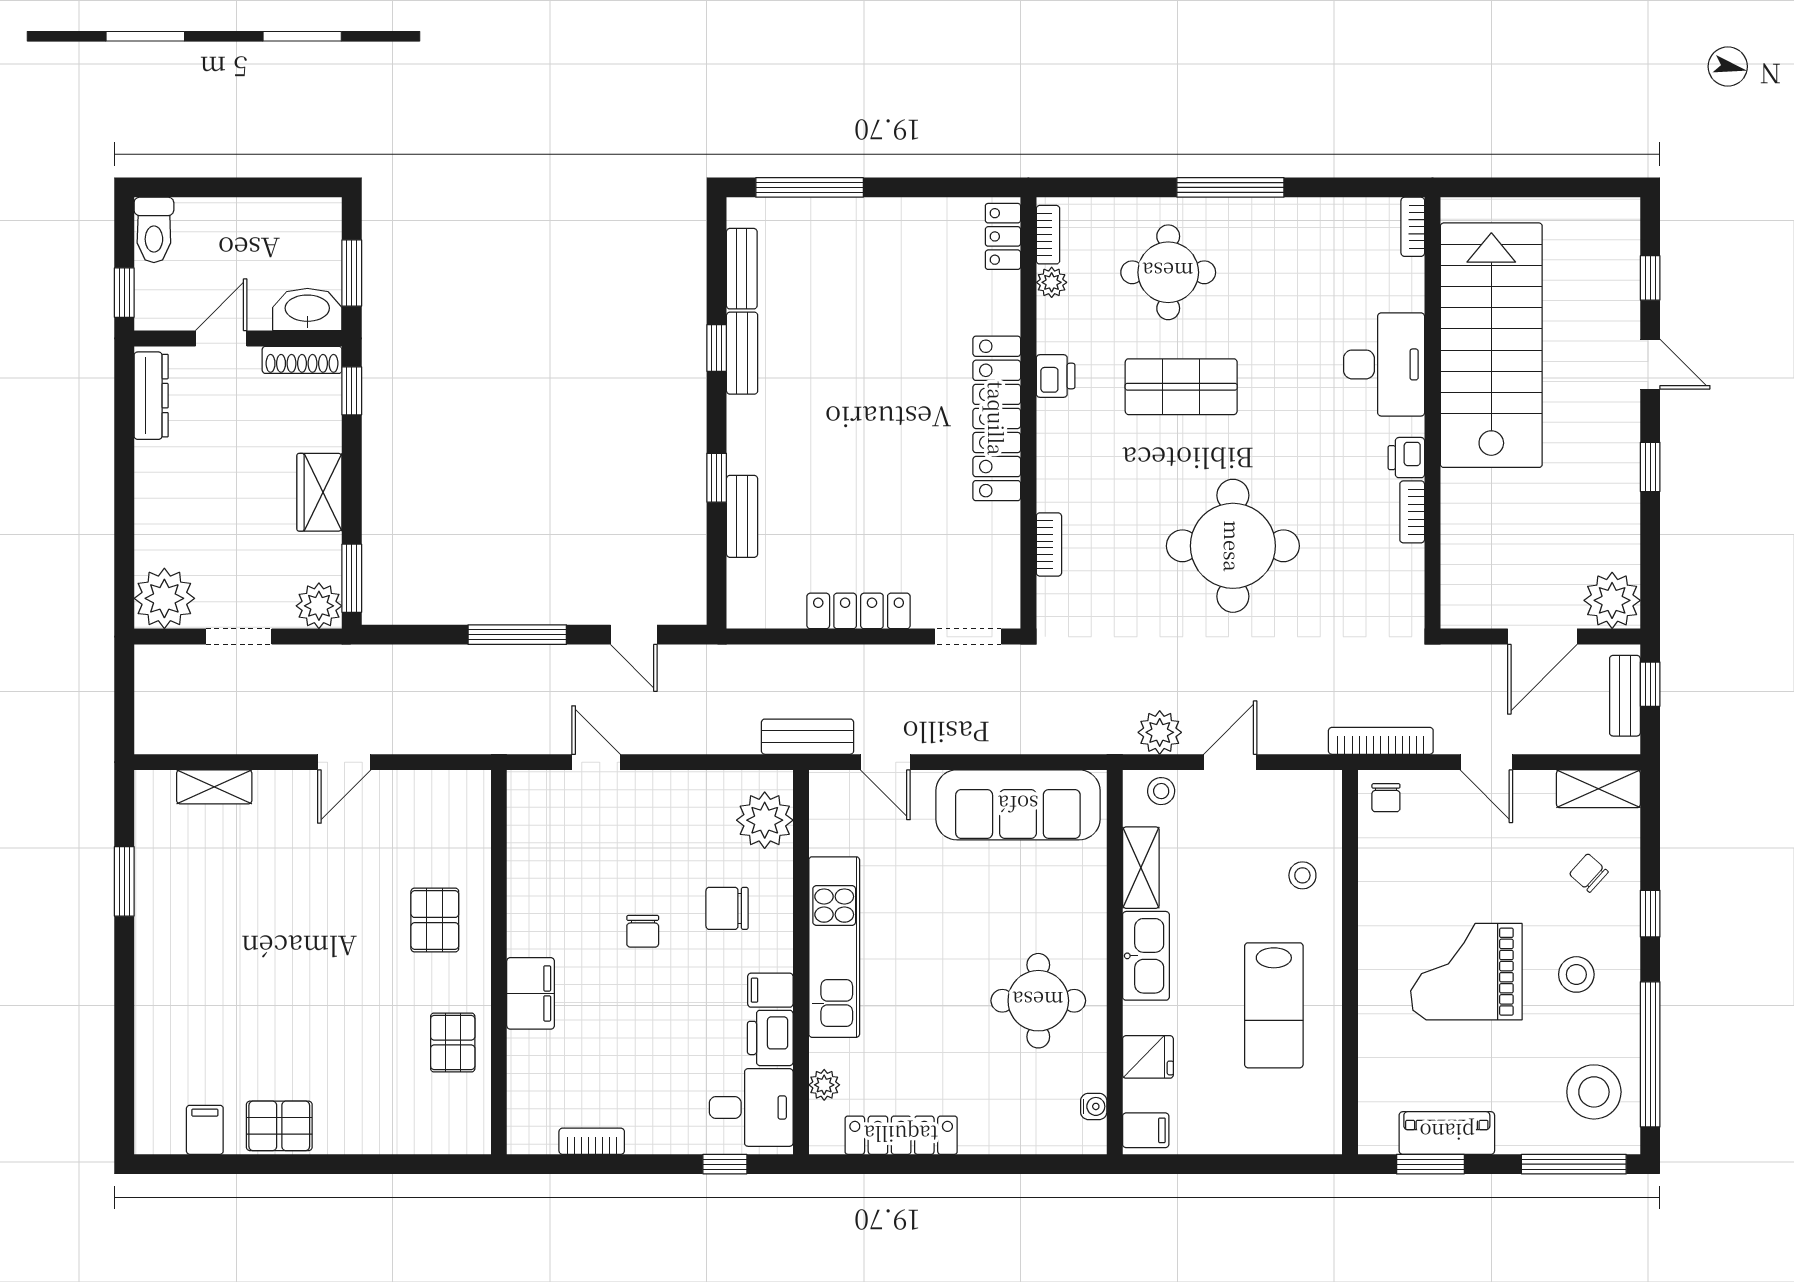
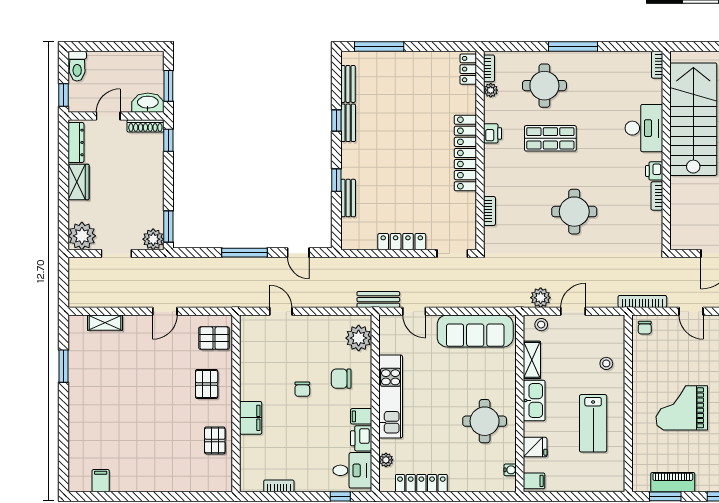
wardrobe: (319, 492) -> (78, 182), moved, turned 180
round table: (1233, 546) -> (574, 212), width x0.73, depth x0.73
pallet: (279, 1126) -> (214, 338), moved

